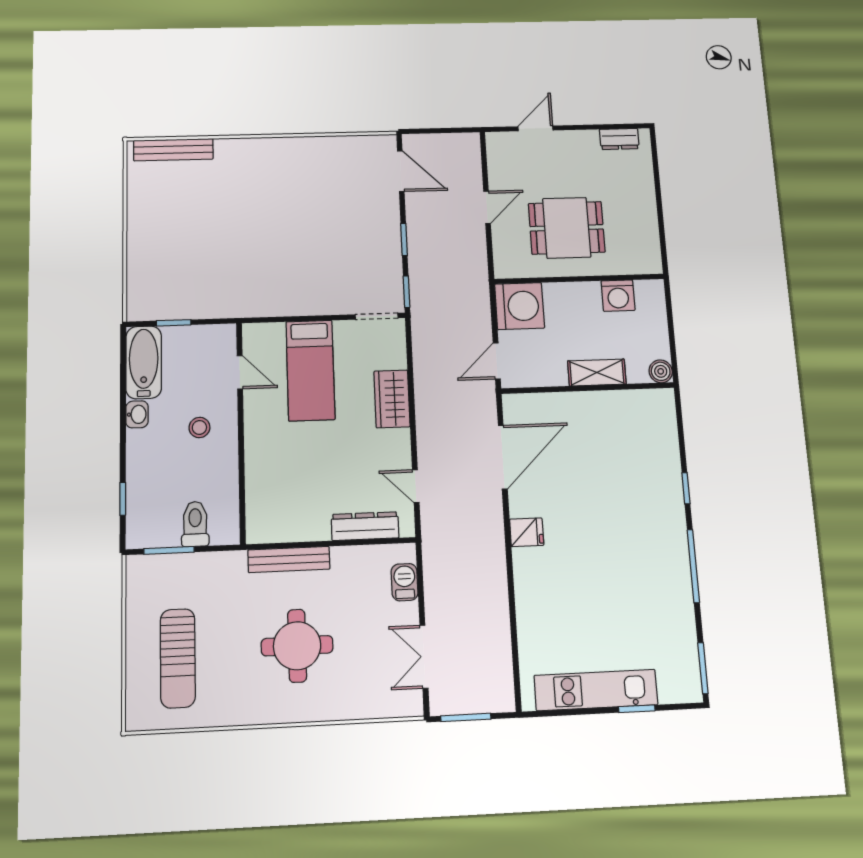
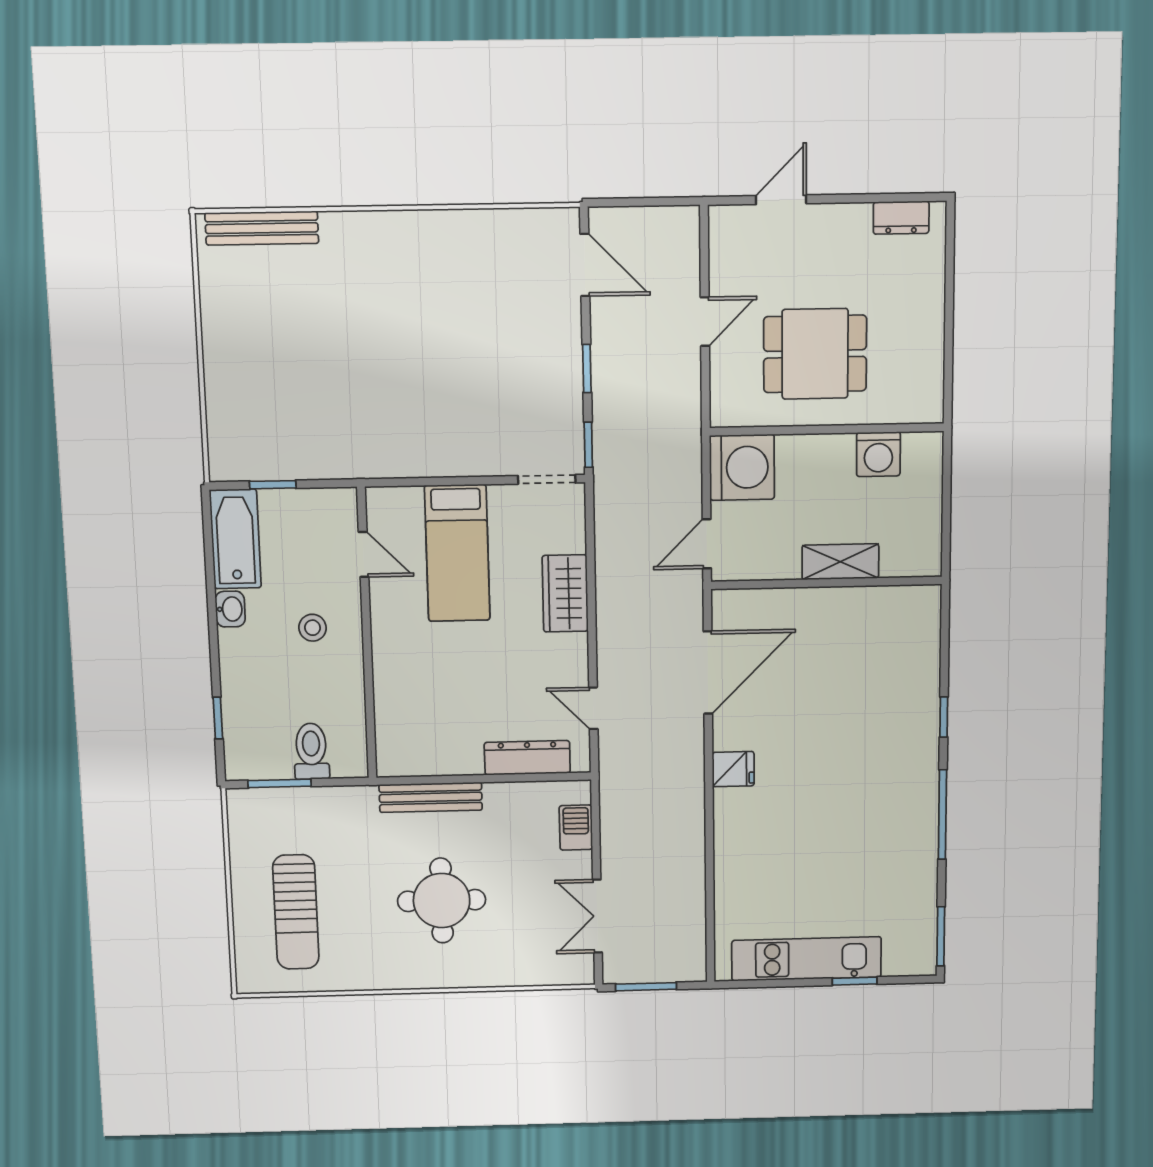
boiler: (661, 371) -> (927, 561), removed

